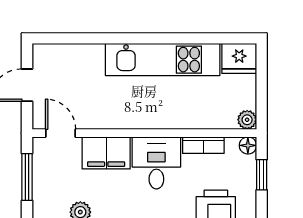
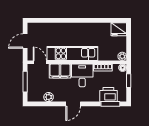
kitchen unit: (163, 60) -> (72, 53), moved, turned 180

